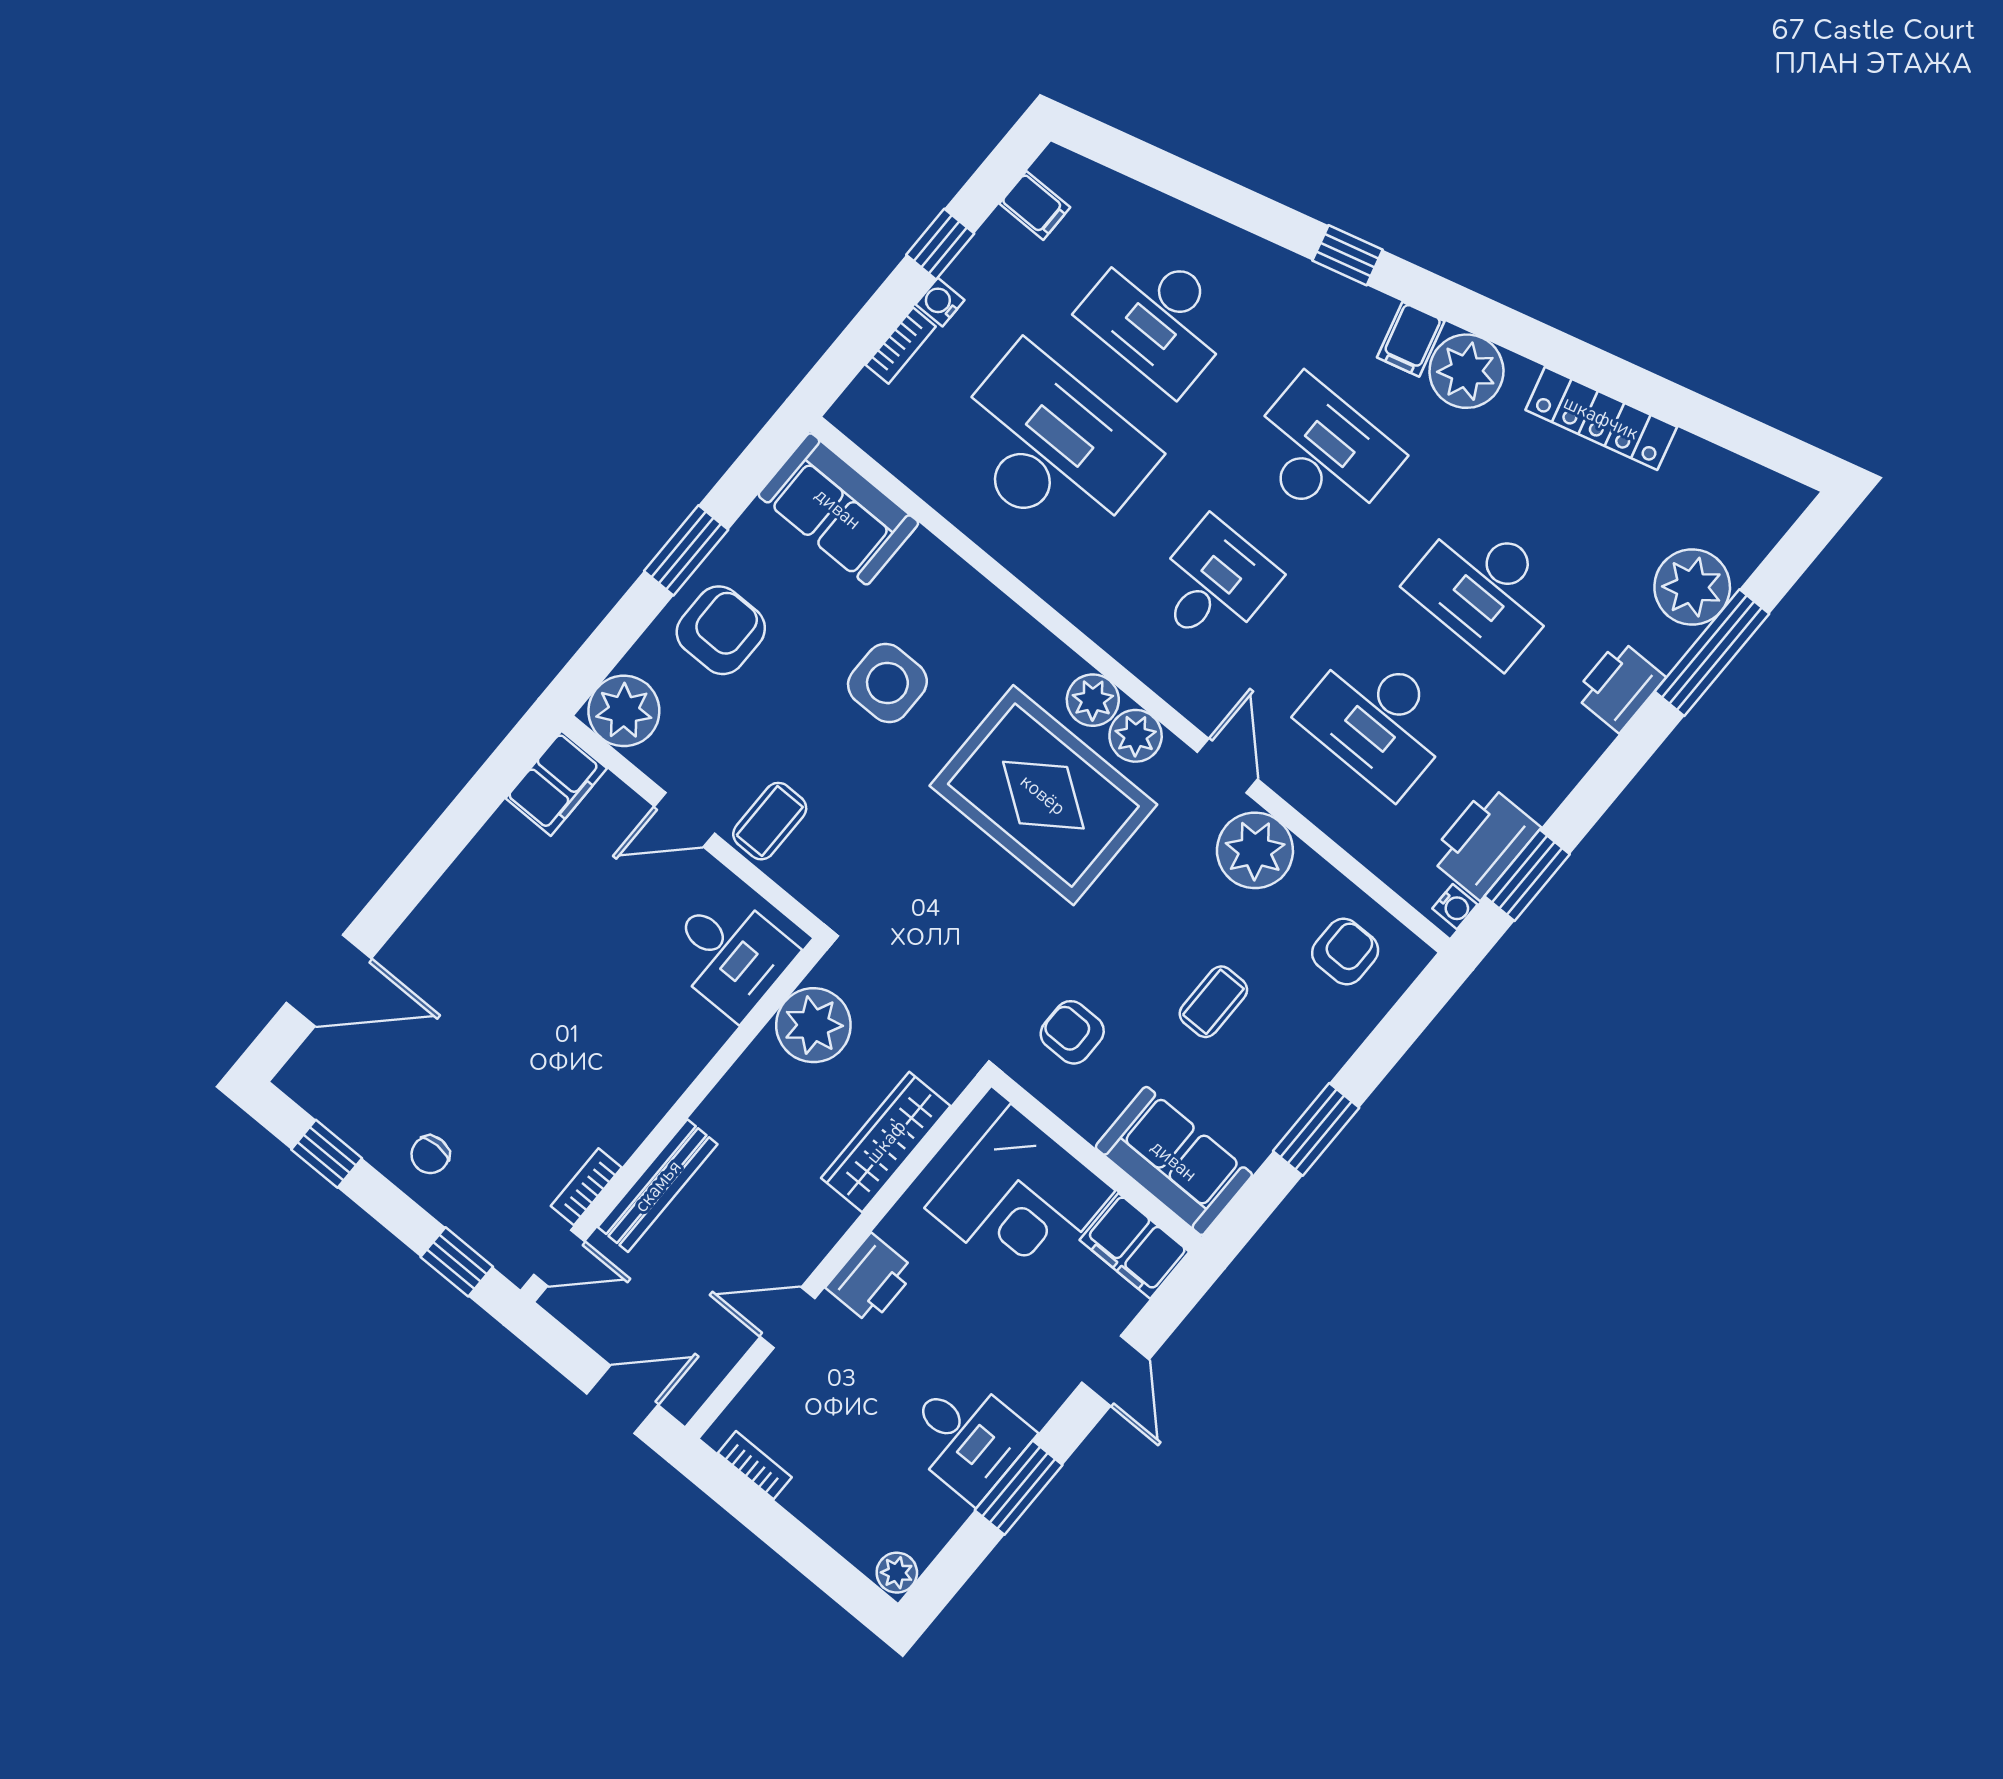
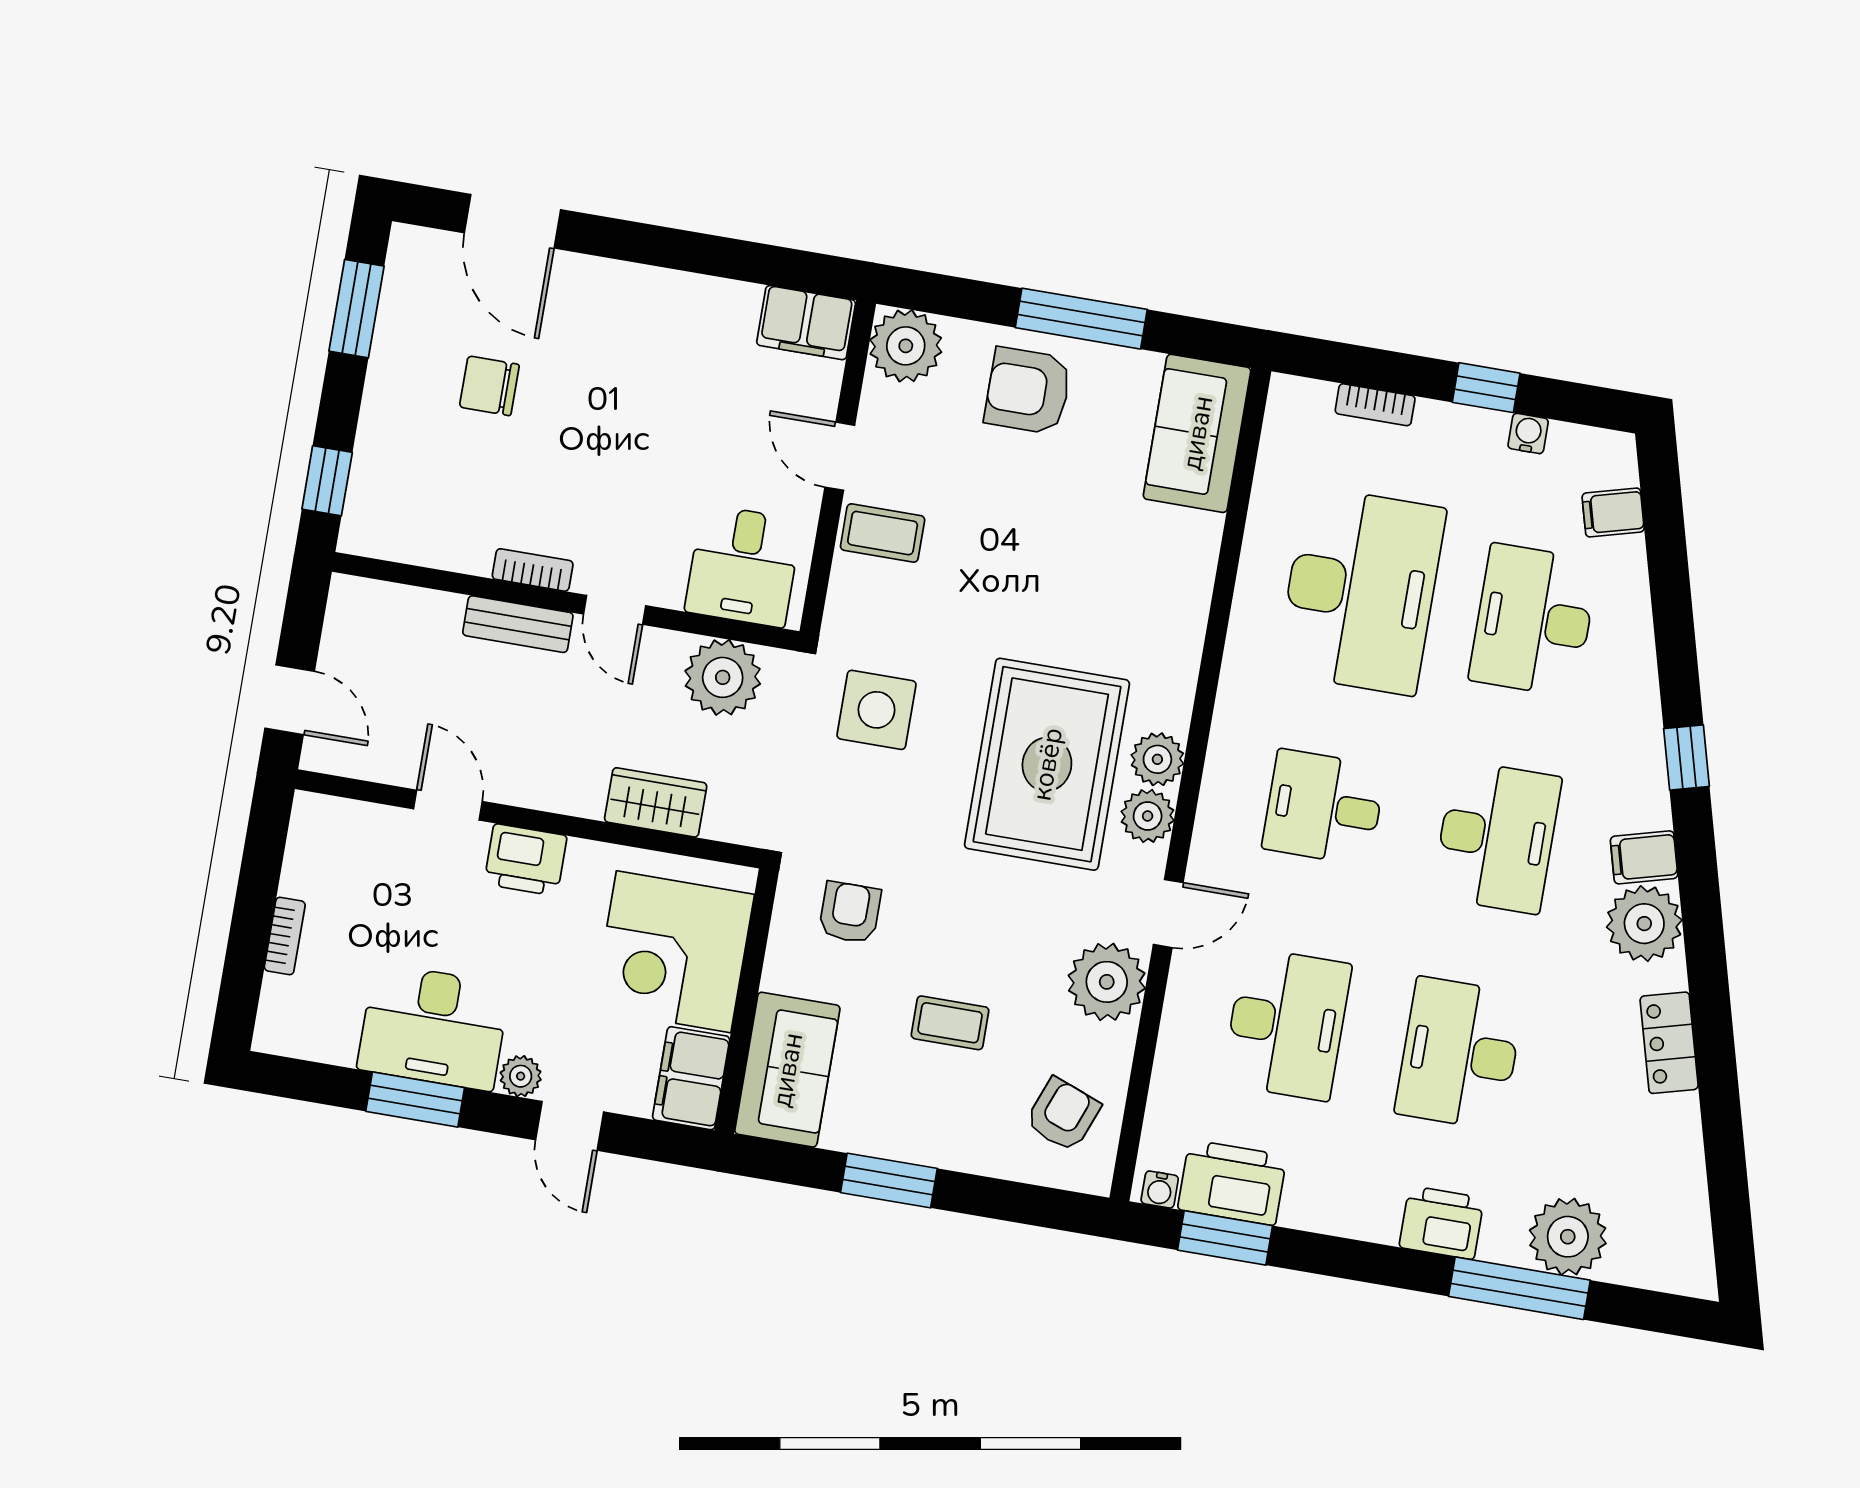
filing cabinet: (1035, 205) -> (1613, 513), moved, turned 75
water cooler: (940, 302) -> (1528, 433), moved
locker: (1601, 418) -> (1669, 1043), width x0.66
window: (686, 550) -> (1081, 319), width x1.44
desk: (1214, 584) -> (1324, 807), turned 180
armchair: (721, 630) -> (1028, 391), turned 180
side table: (887, 683) -> (877, 710), moved
desk: (1377, 720) -> (1287, 1024), turned 180
armchair: (1345, 952) -> (1063, 1115), turned -69
wardrobe: (886, 1142) -> (656, 802), width x0.67
window: (327, 1154) -> (357, 309), width x1.50
chair: (430, 1155) -> (489, 386), moved, width x1.37, depth x1.37
bench: (658, 1186) -> (518, 624), width x0.73
bookcase: (586, 1187) -> (533, 570), moved
door: (559, 1258) -> (615, 610), moved
door: (1116, 1371) -> (570, 1126), hinge flipped
desk: (967, 1437) -> (434, 1027), width x1.37
bookcase: (755, 1465) -> (285, 936), moved
plant: (897, 1573) -> (521, 1076), moved

